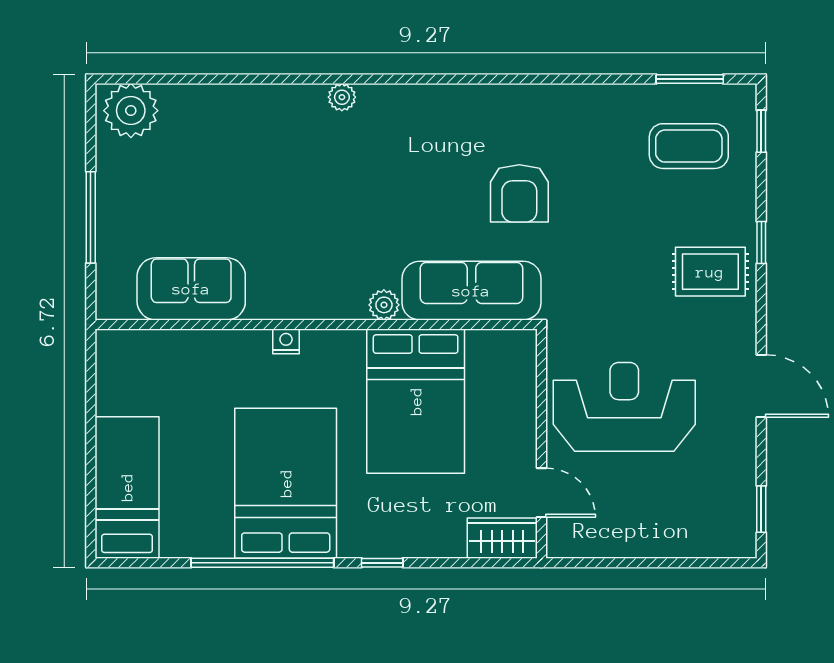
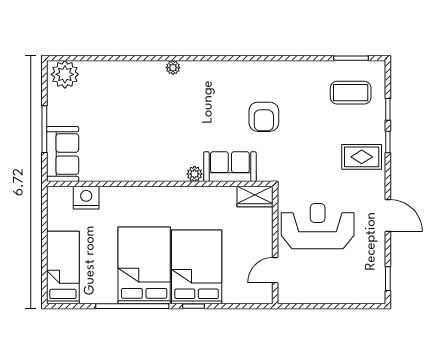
window: (761, 131) -> (388, 109), moved
sofa: (191, 289) -> (63, 154), moved, turned 90
sofa: (471, 291) -> (230, 167), width x0.73
nightstand: (286, 341) -> (86, 198), moved, width x1.89, depth x1.79
bed: (416, 401) -> (197, 267), moved, turned 180
door: (541, 493) -> (275, 270), swing flipped
wardrobe: (502, 538) -> (255, 197), moved, turned 180

